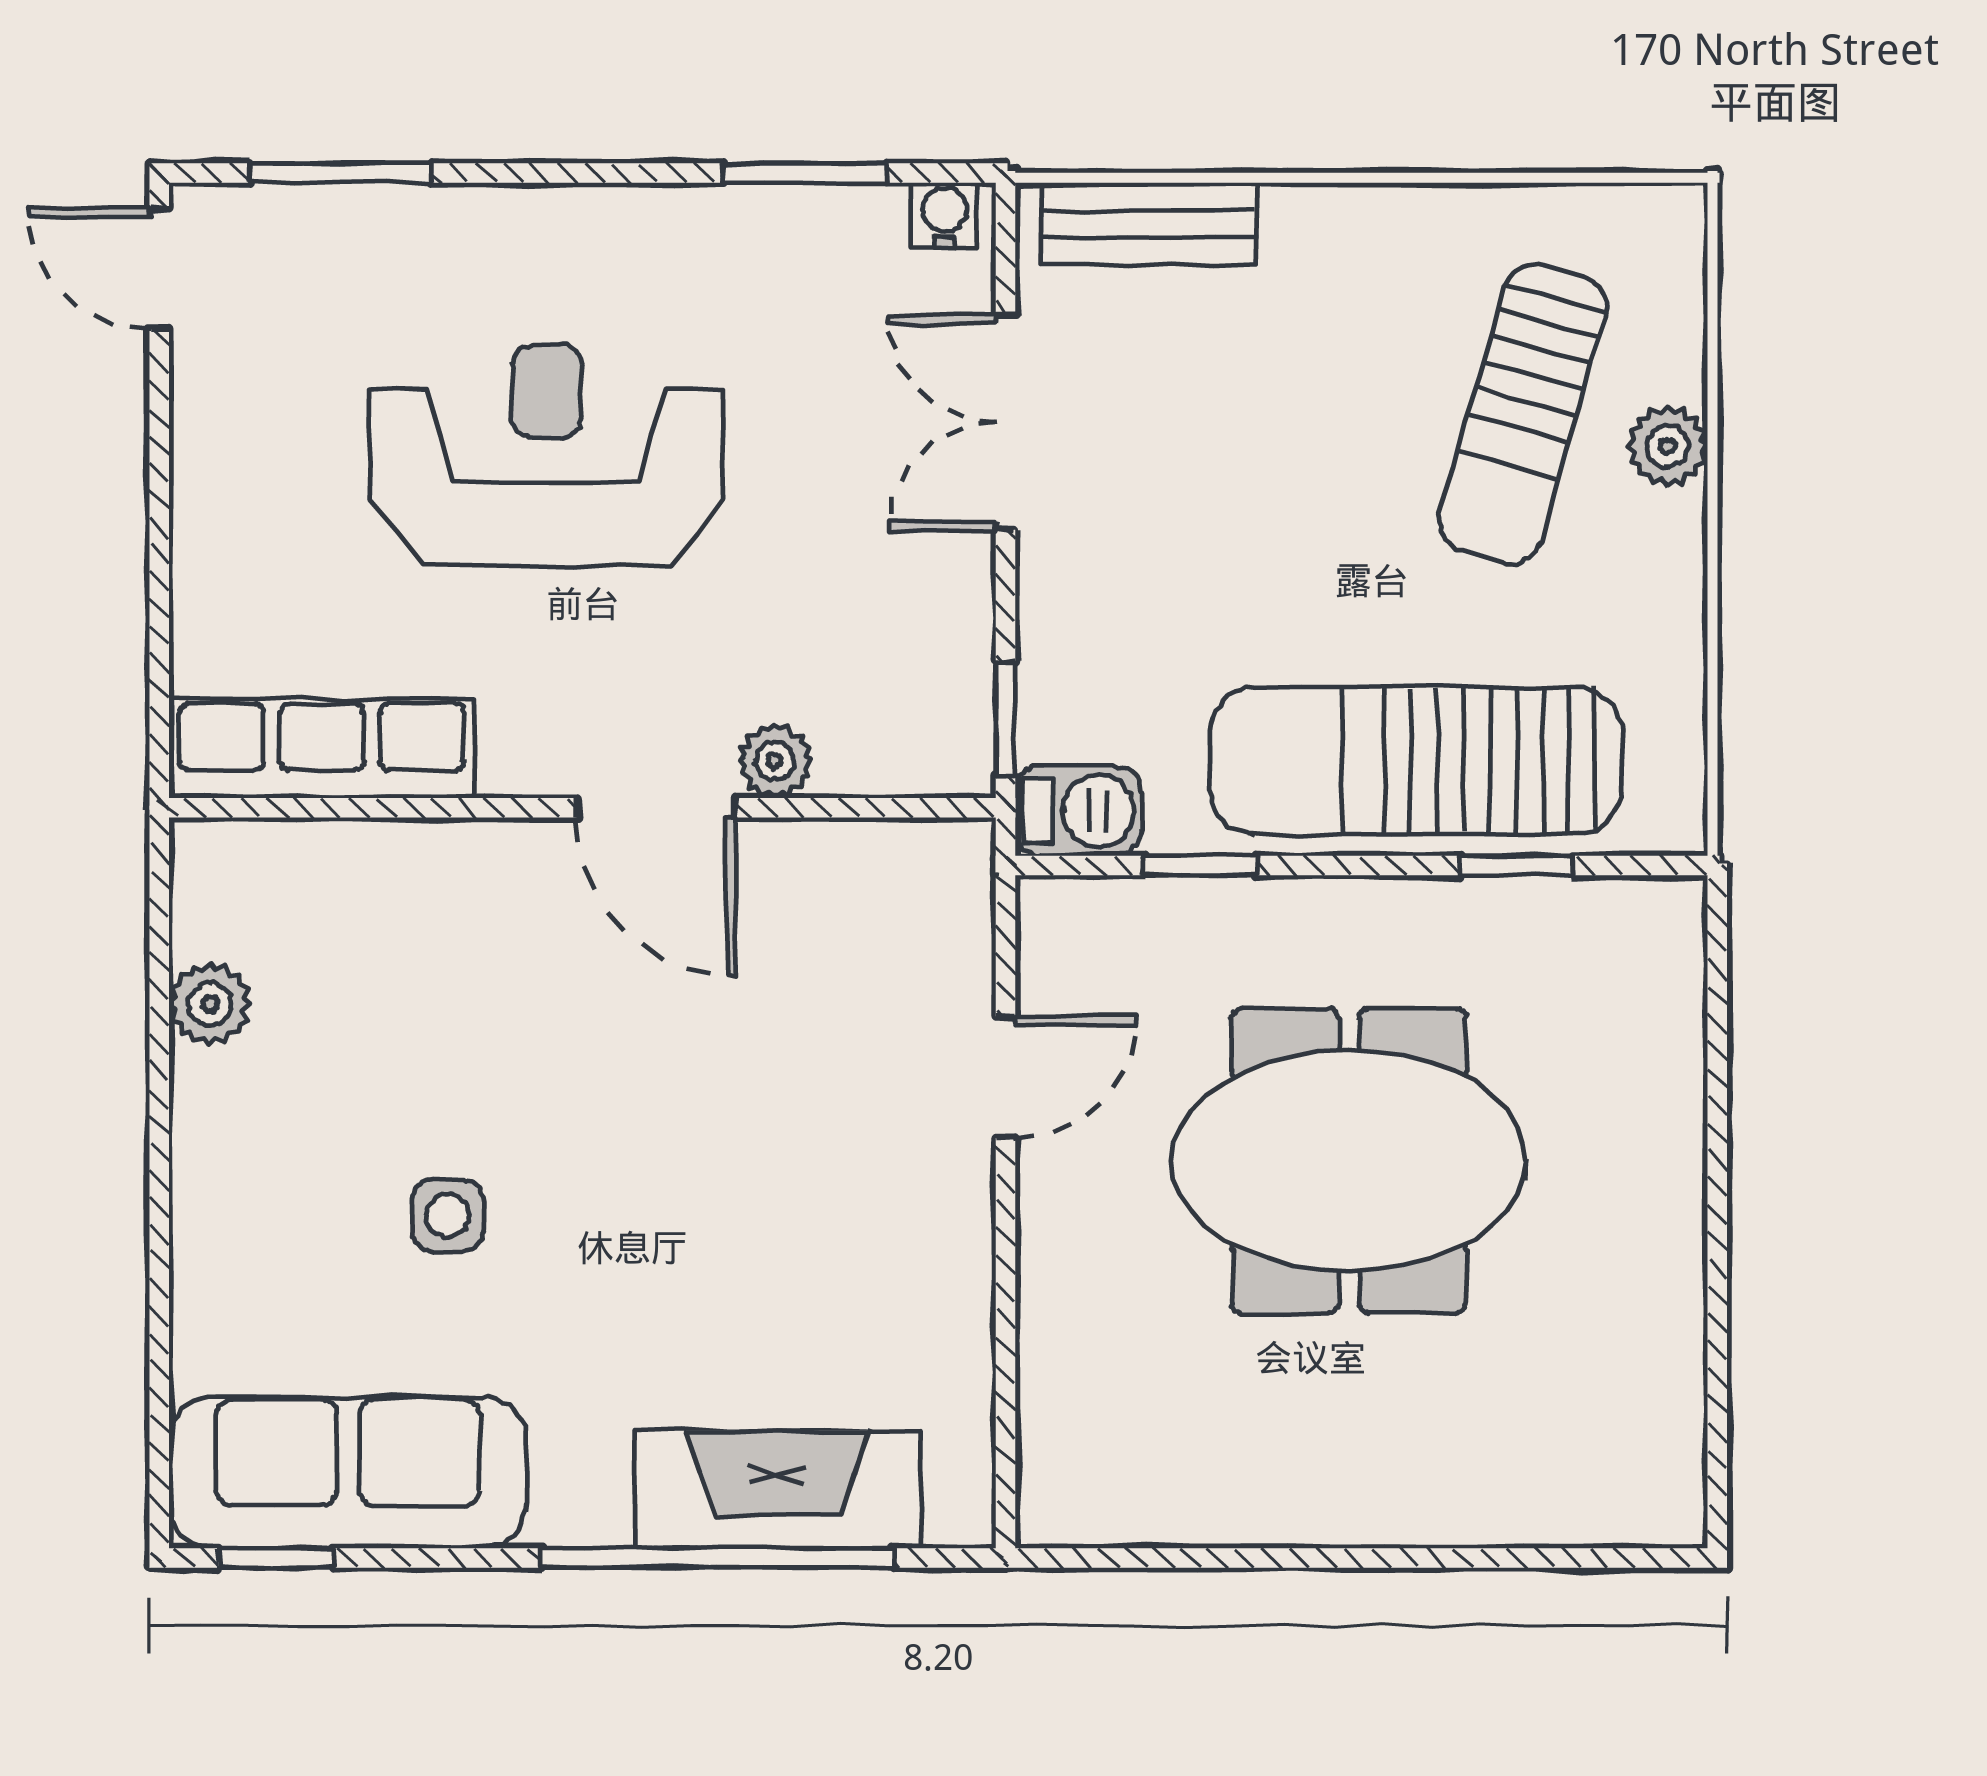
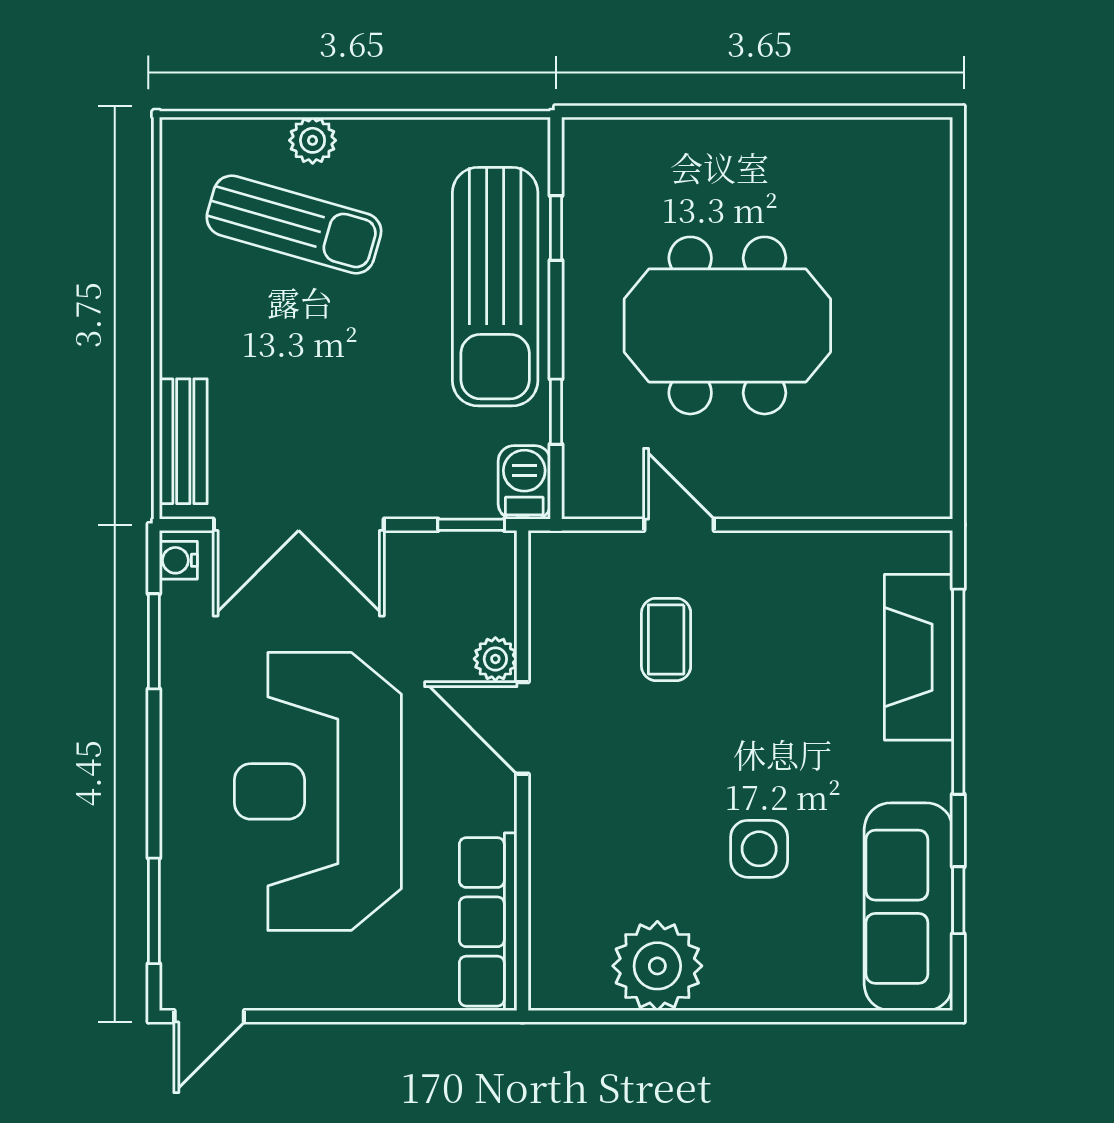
double door: (1006, 422) -> (299, 525), width x1.37
reception desk: (546, 455) -> (318, 791), width x1.36, depth x1.30
door: (656, 808) -> (523, 728), swing flipped
plant: (210, 1004) -> (657, 966), width x1.87, depth x1.87
coffee table: (808, 1055) -> (666, 639), added
meeting table: (1349, 1161) -> (727, 325), turned 90
side table: (448, 1215) -> (759, 849), width x1.37, depth x1.37
window: (276, 1558) -> (958, 900), moved

